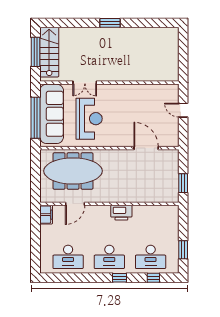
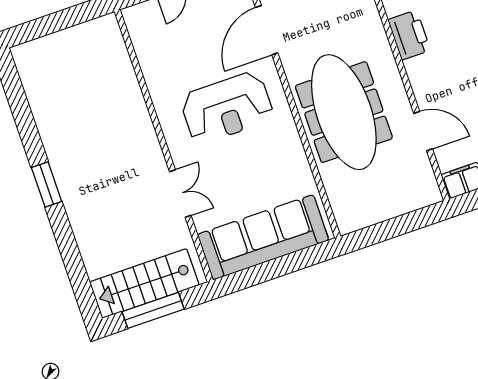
window: (36, 118) -> (281, 266), removed
reception desk: (89, 119) -> (227, 108), moved, turned 180
meeting table: (73, 171) -> (344, 112), moved

